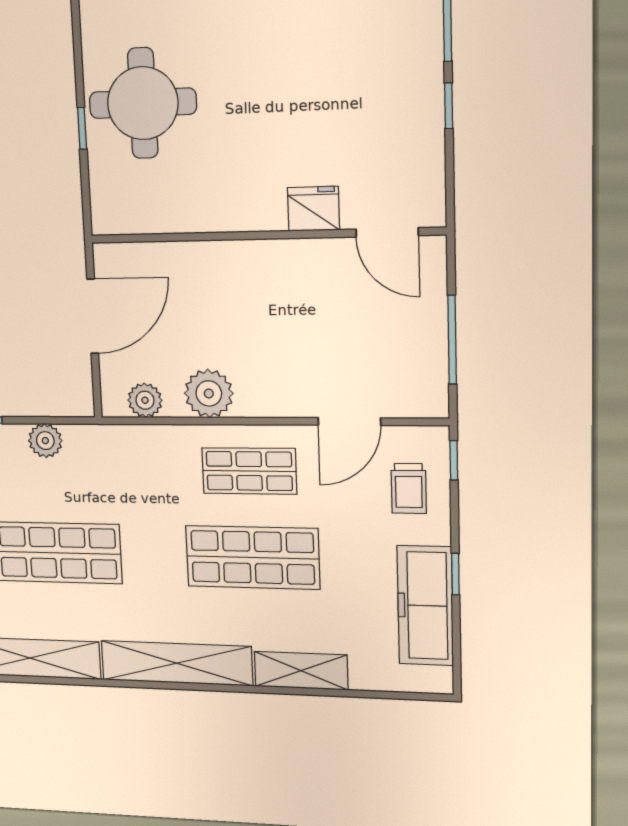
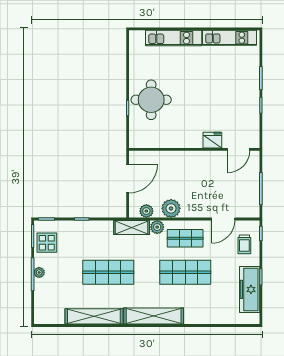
door: (387, 232) -> (239, 149), hinge flipped
plant: (45, 441) -> (157, 227), moved
shelving: (301, 671) -> (132, 227), moved

